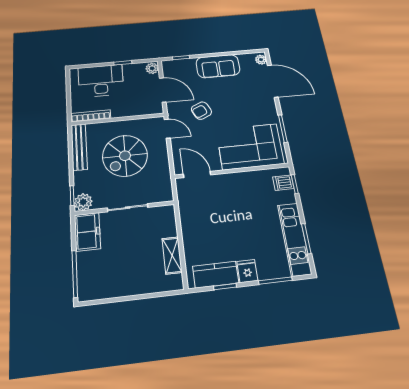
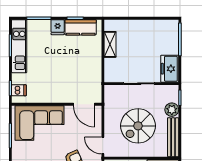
spiral stairs: (125, 156) -> (138, 126), turned 180
plant: (83, 202) -> (172, 110), moved

